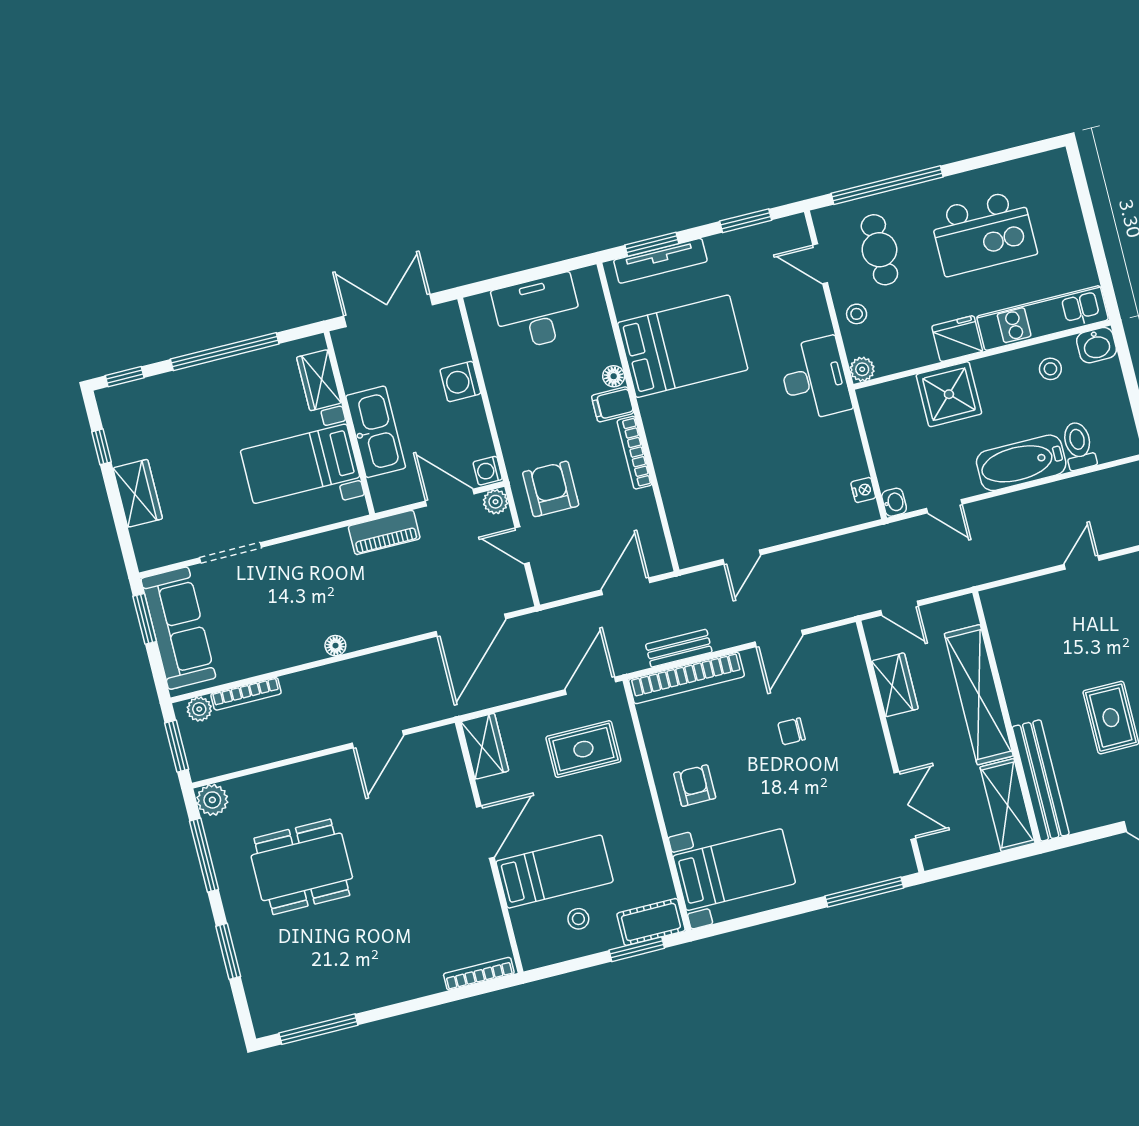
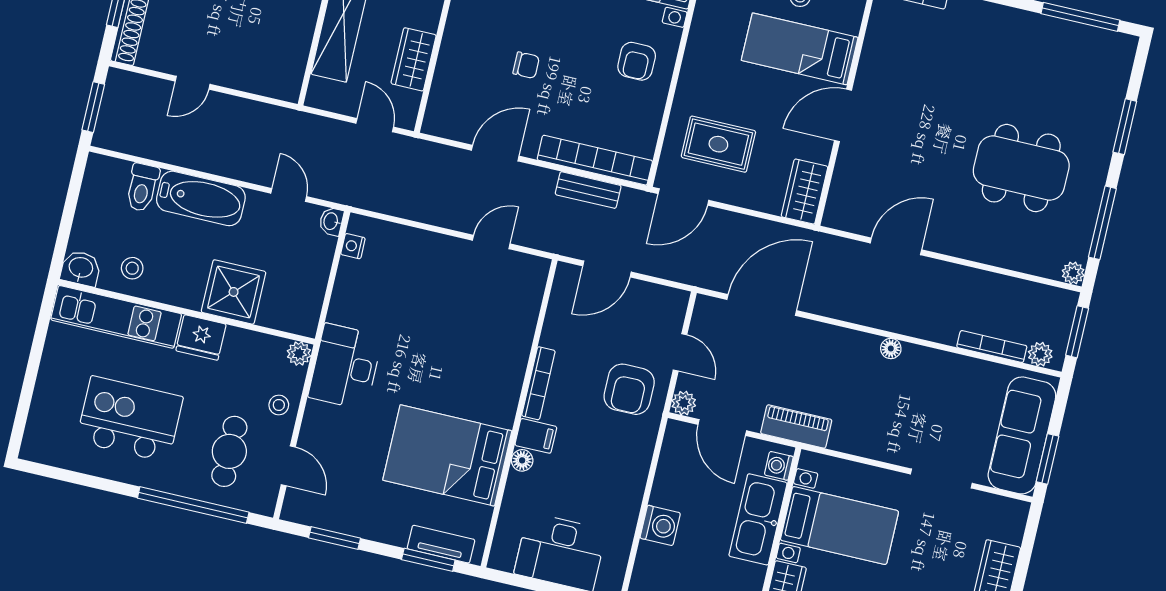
tv unit: (660, 261) -> (441, 544), width x0.71
washing machine: (488, 471) -> (779, 466), moved, turned 180
plant: (212, 800) -> (1073, 273), width x0.73, depth x0.73

